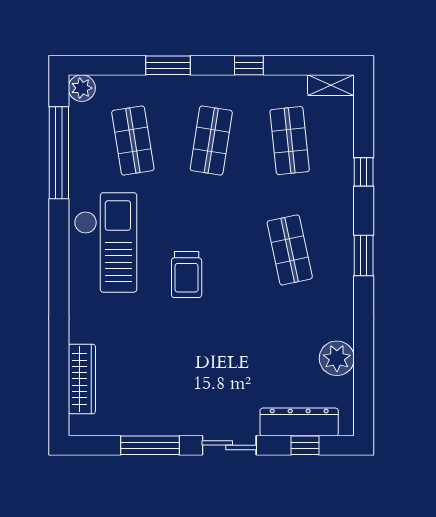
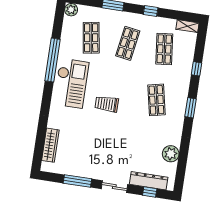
window: (59, 153) -> (52, 60), moved
trolley: (187, 274) -> (107, 104), turned 90

